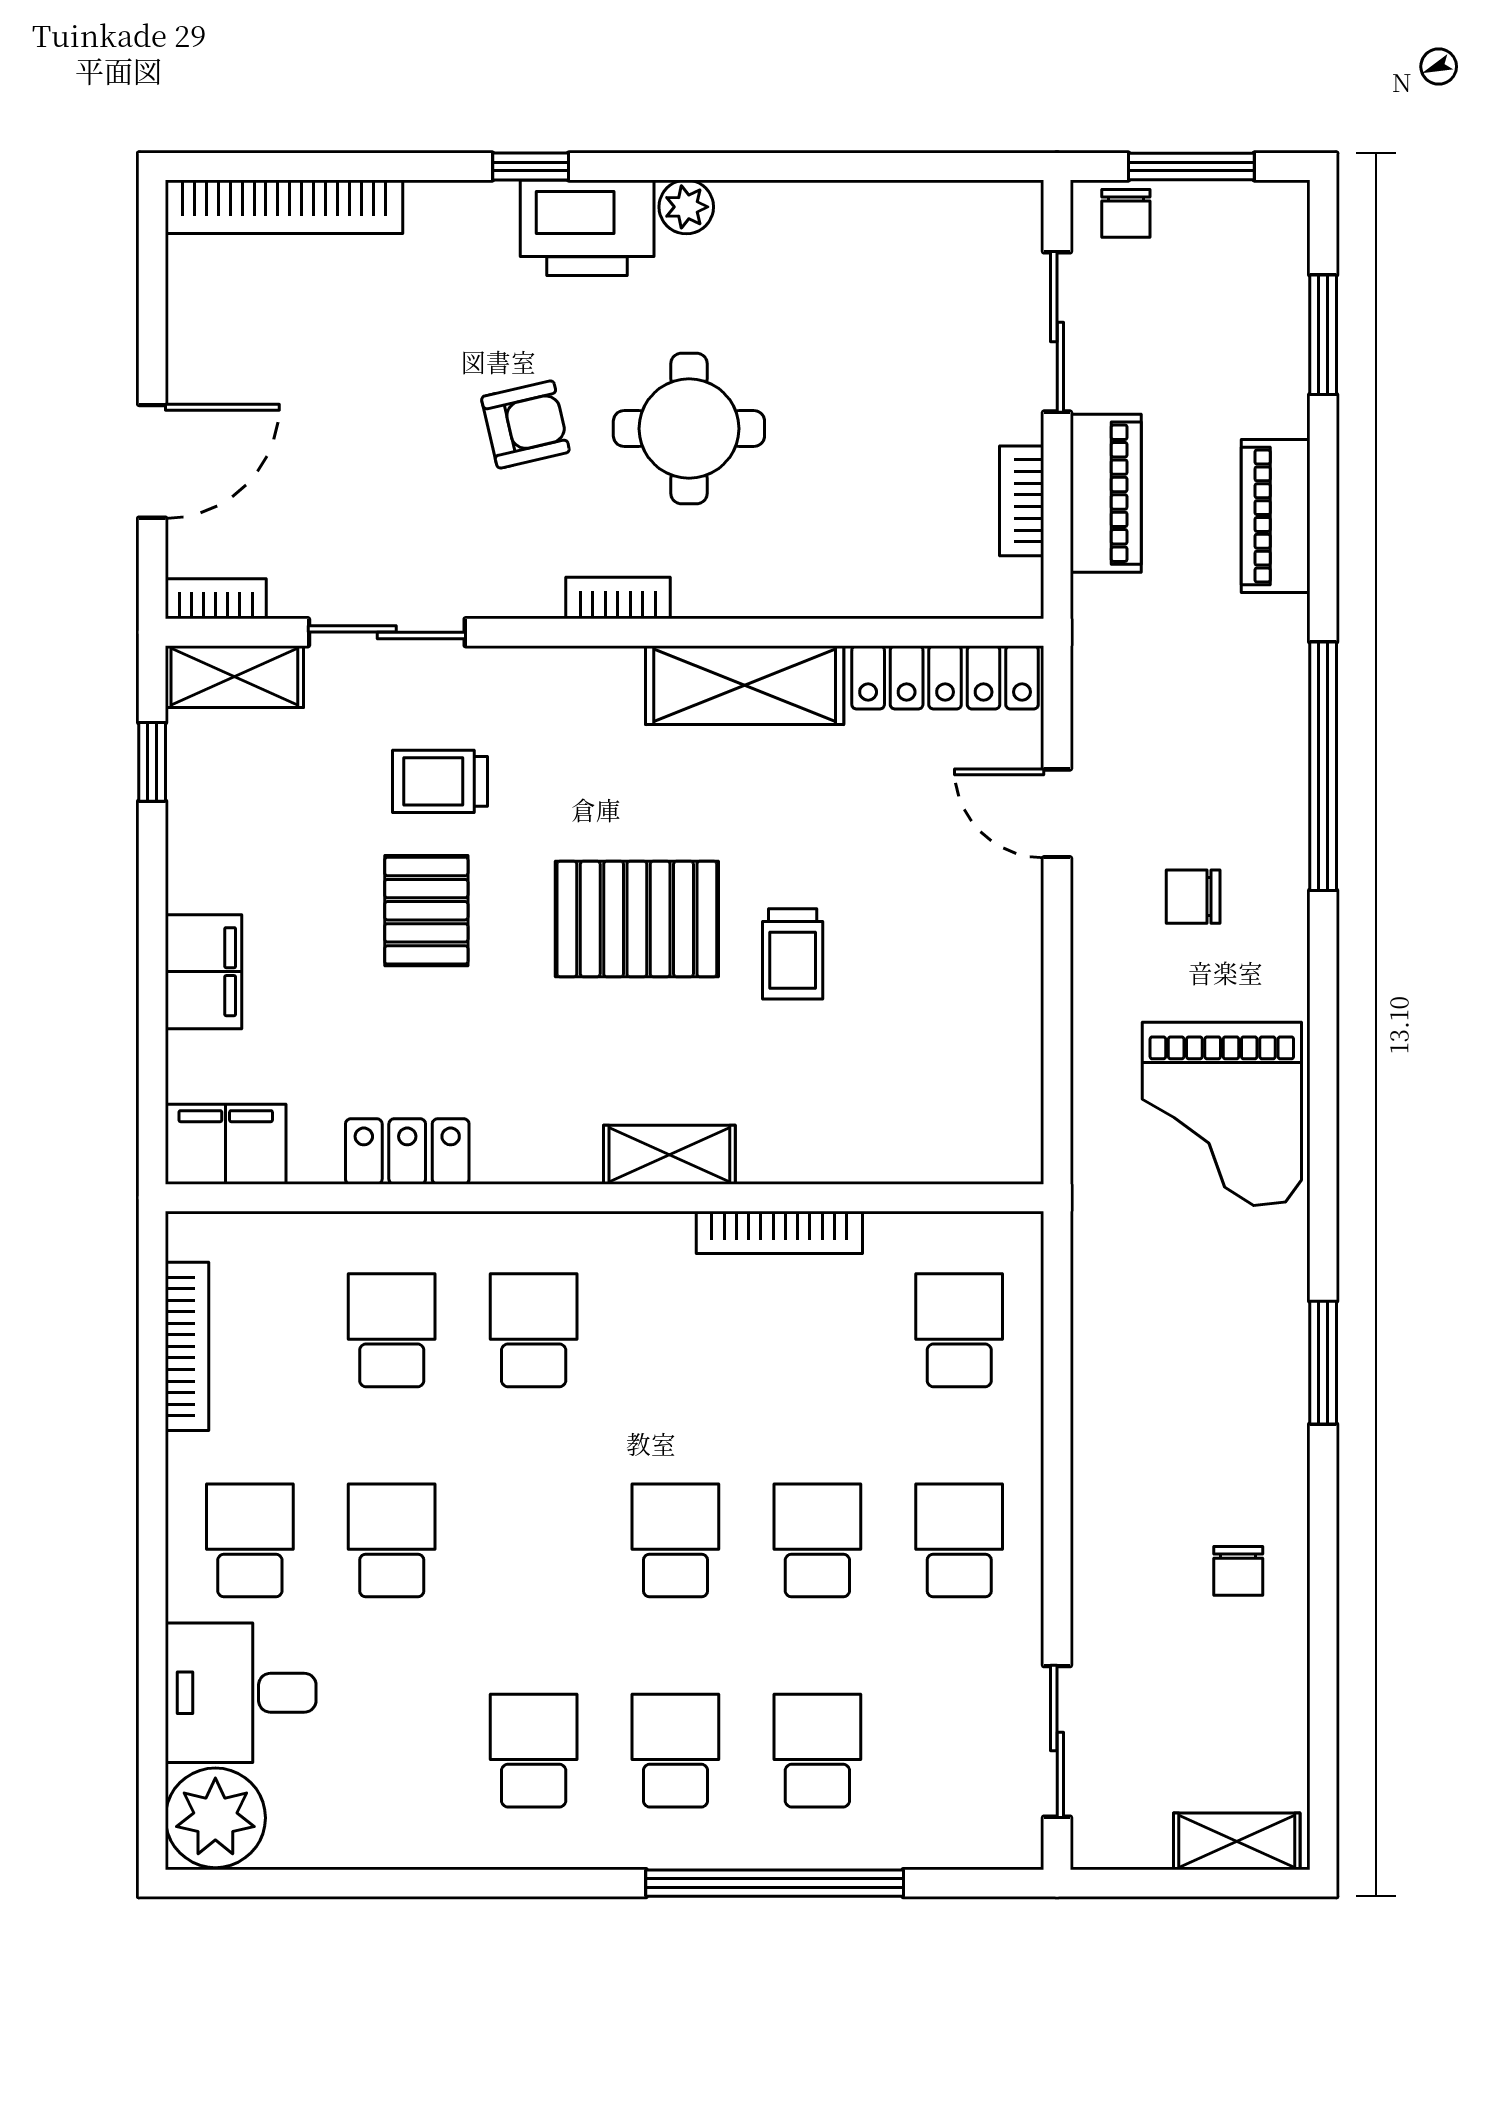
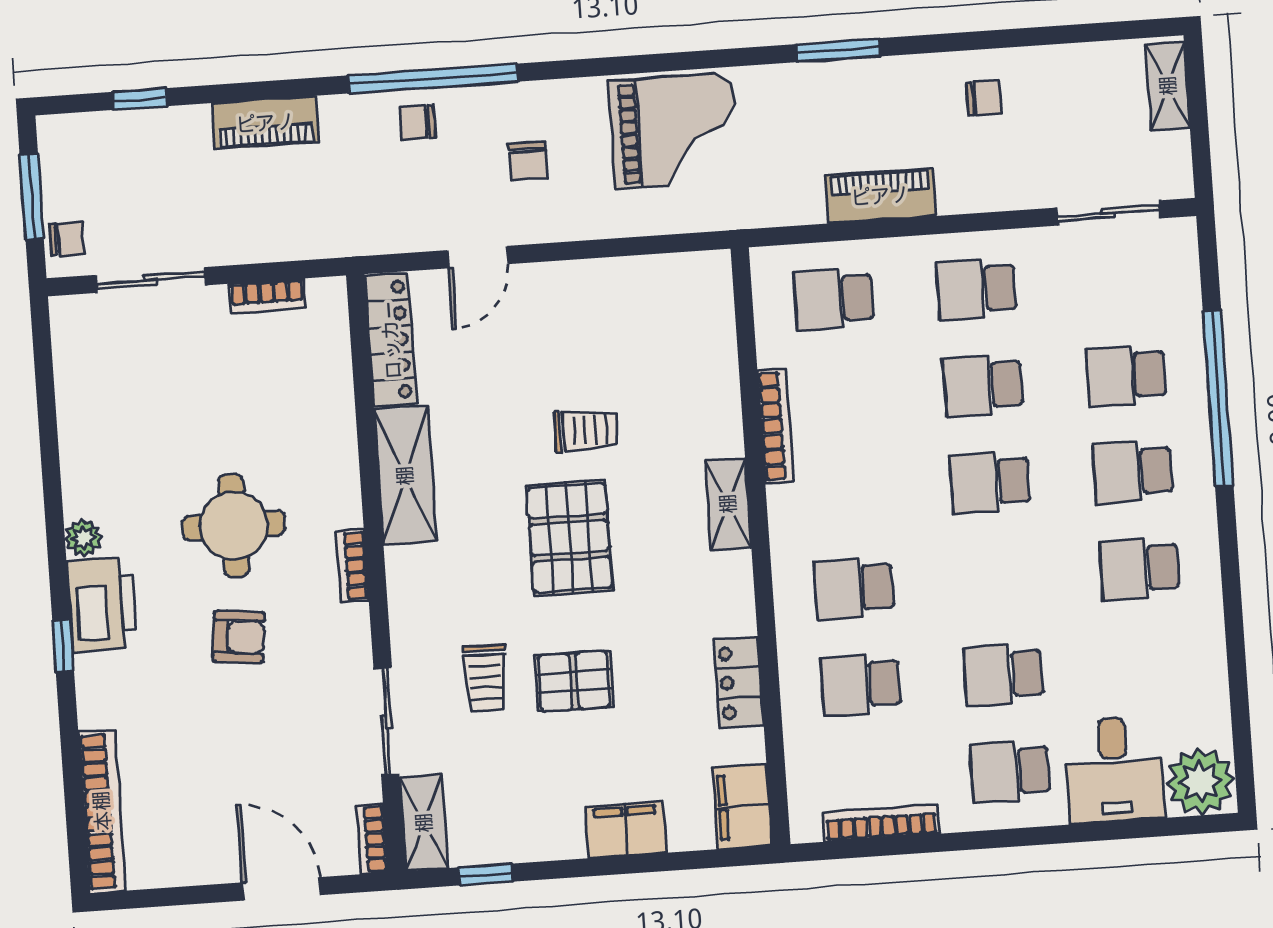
window: (1323, 335) -> (140, 99), width x0.67
armchair: (525, 424) -> (239, 637), turned 109
piano: (1106, 493) -> (880, 196), moved
chair: (1260, 738) -> (417, 123), added

